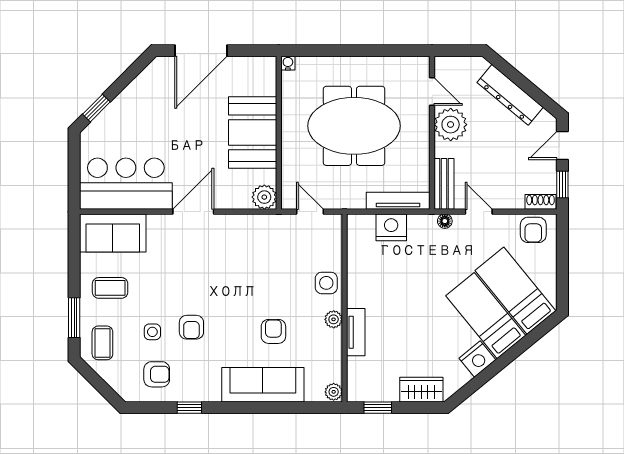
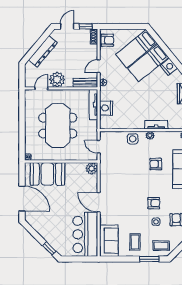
booth: (253, 132) -> (47, 174), moved
door: (562, 145) -> (67, 26), swing flipped
door: (310, 212) -> (99, 147), hinge flipped

